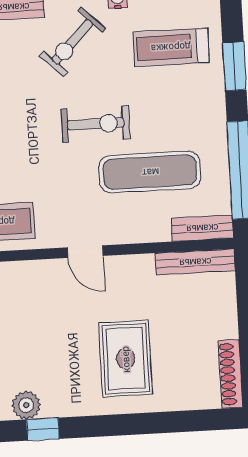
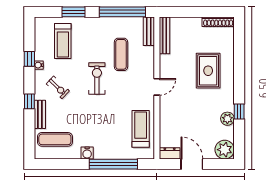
exercise bike: (72, 42) -> (58, 87), width x0.73, depth x0.72
exercise mat: (150, 172) -> (121, 54), width x0.73, depth x0.69
rug: (126, 359) -> (208, 71), turned 90

